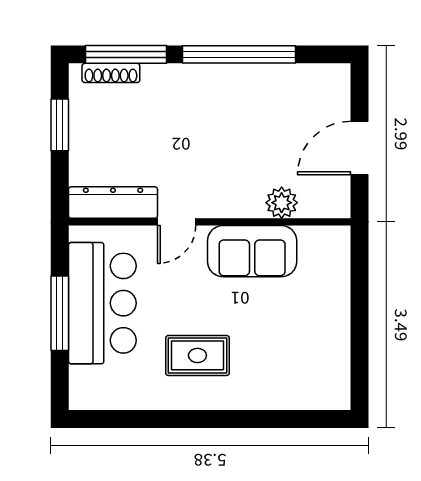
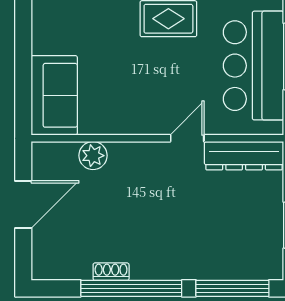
shoe rack: (111, 73) -> (111, 272), moved, width x0.70
sofa: (252, 251) -> (54, 95), moved, turned 90

